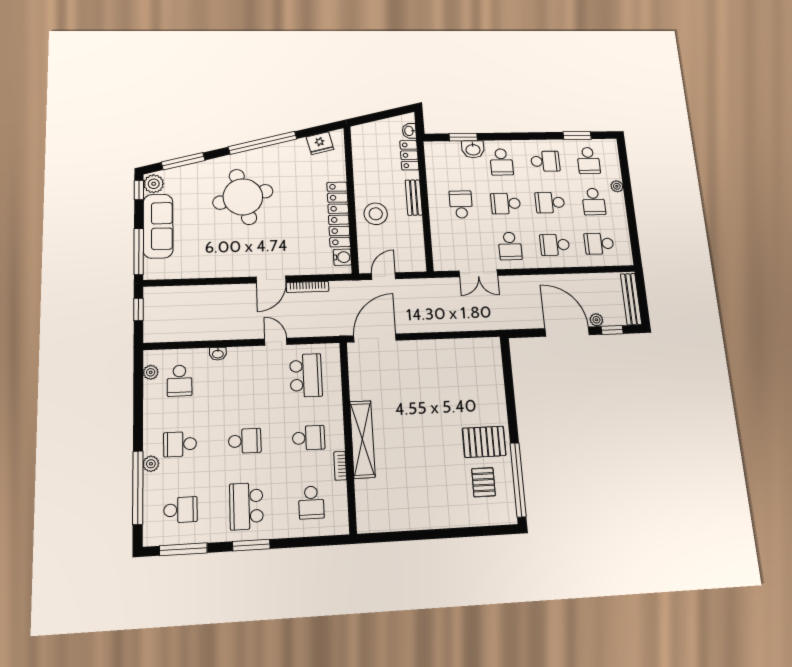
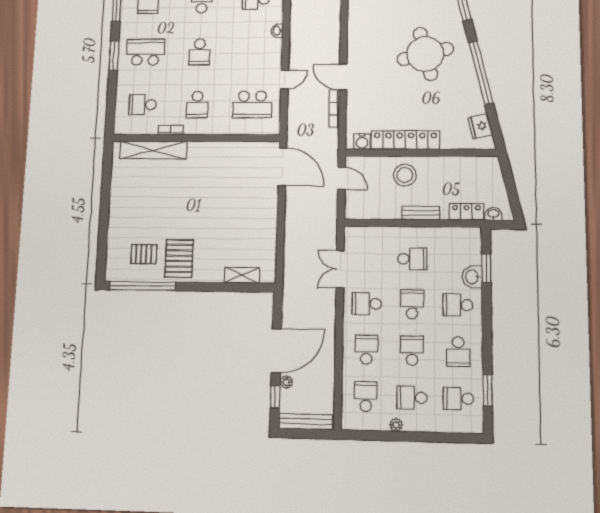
plant: (617, 186) -> (396, 425), moved
shelving: (495, 373) -> (242, 275), added
shelving: (362, 439) -> (153, 150), moved

